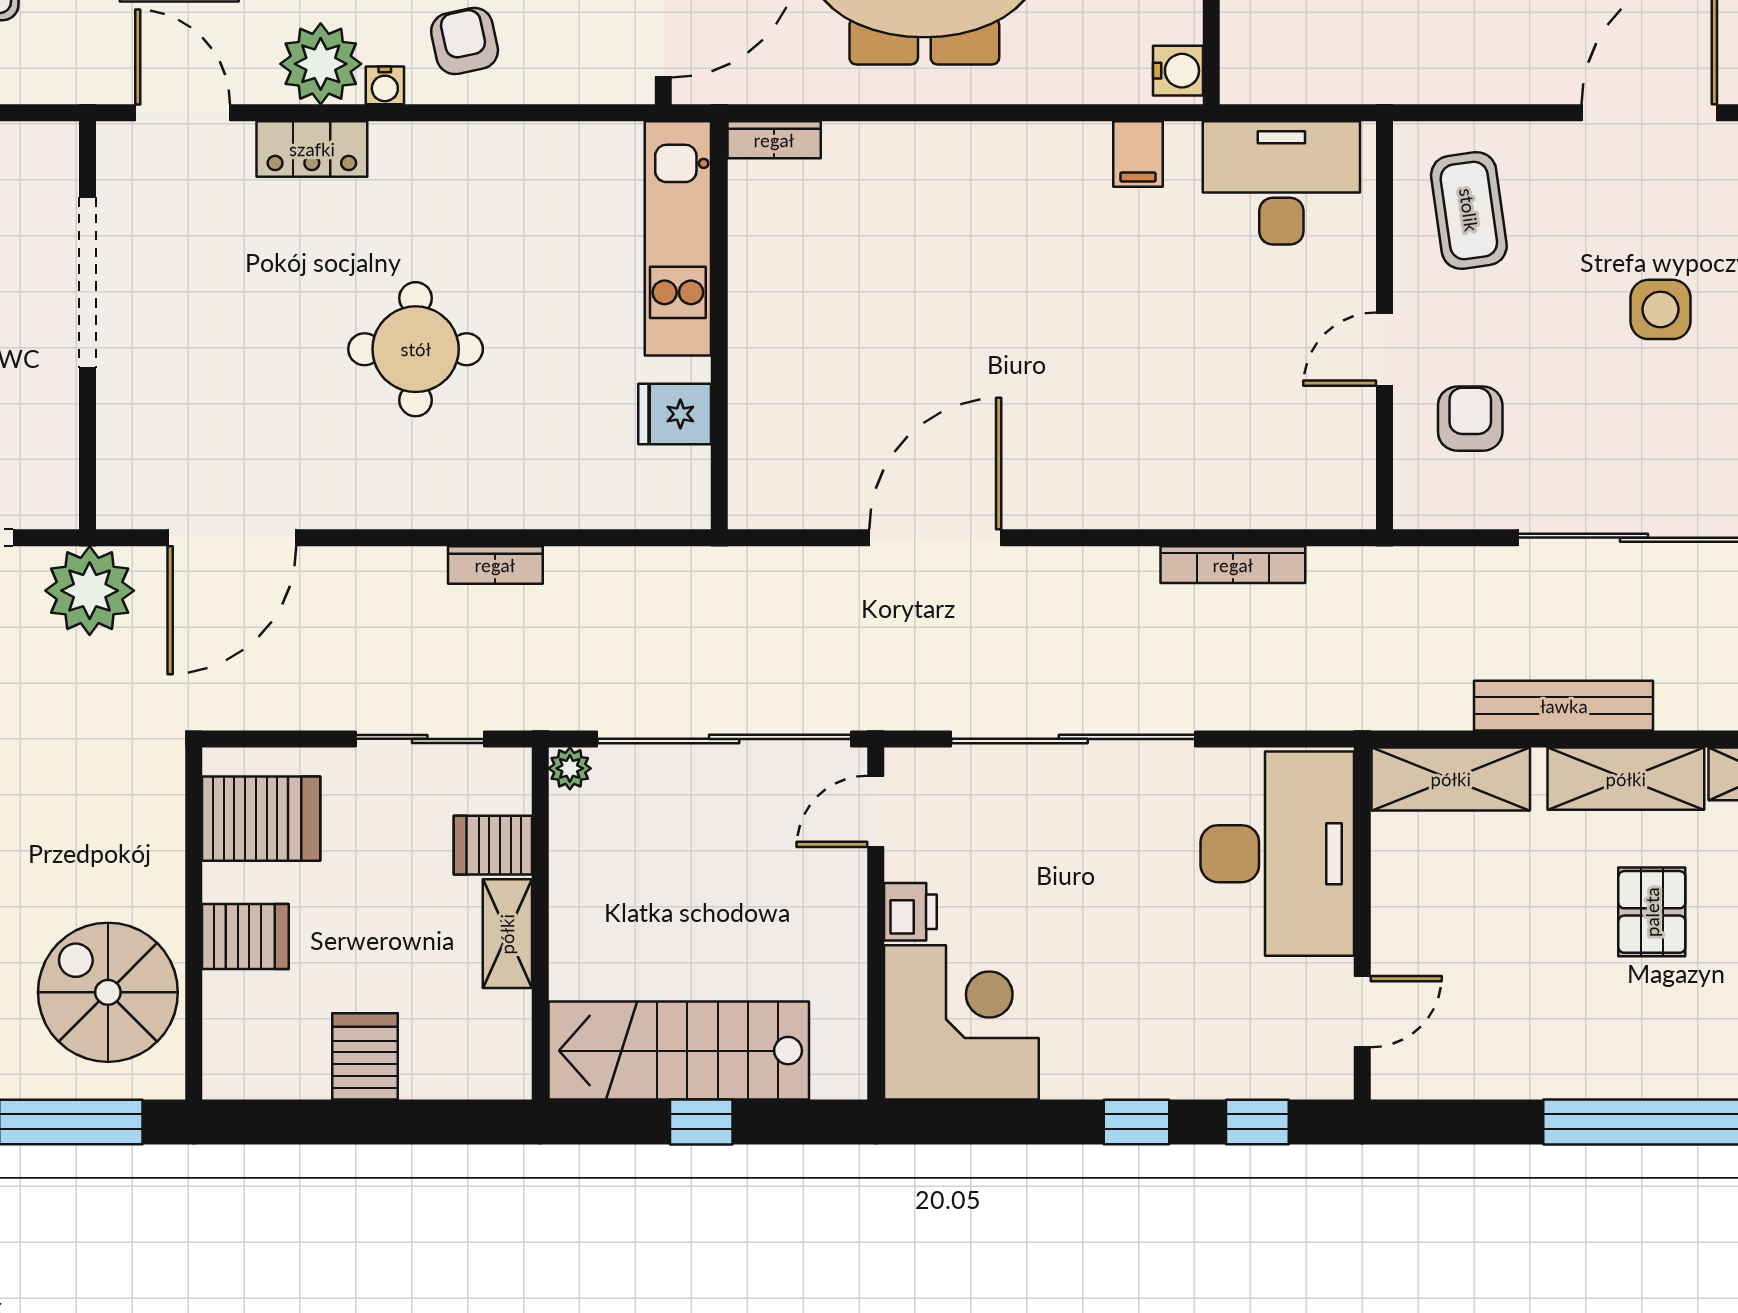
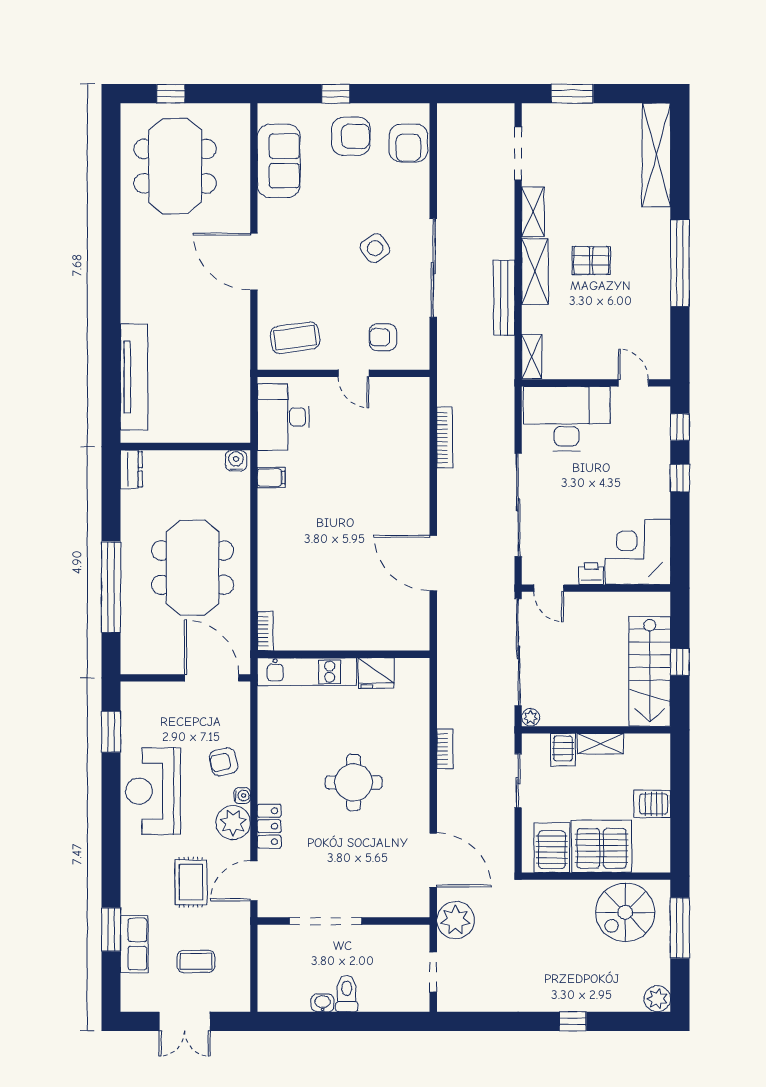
side table: (1660, 309) -> (375, 248), moved, turned -34
fridge: (675, 414) -> (376, 673), width x1.38
shelving: (1451, 779) -> (532, 357), width x0.67, depth x0.75
server rack: (245, 936) -> (602, 846), width x2.18, depth x1.44

